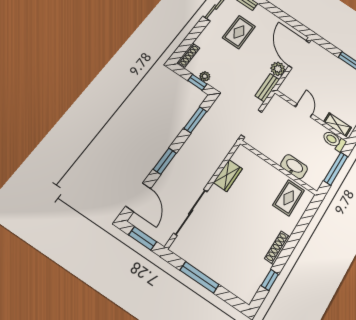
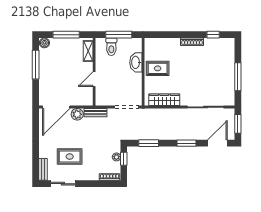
toilet: (334, 141) -> (111, 47), moved
wardrobe: (228, 176) -> (164, 100), width x1.50
rug: (289, 198) -> (158, 68), moved

